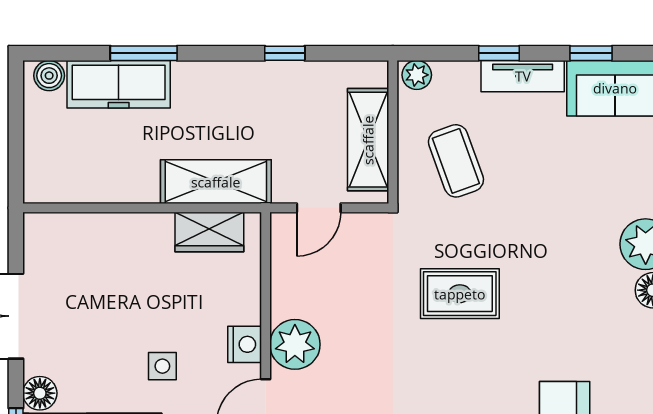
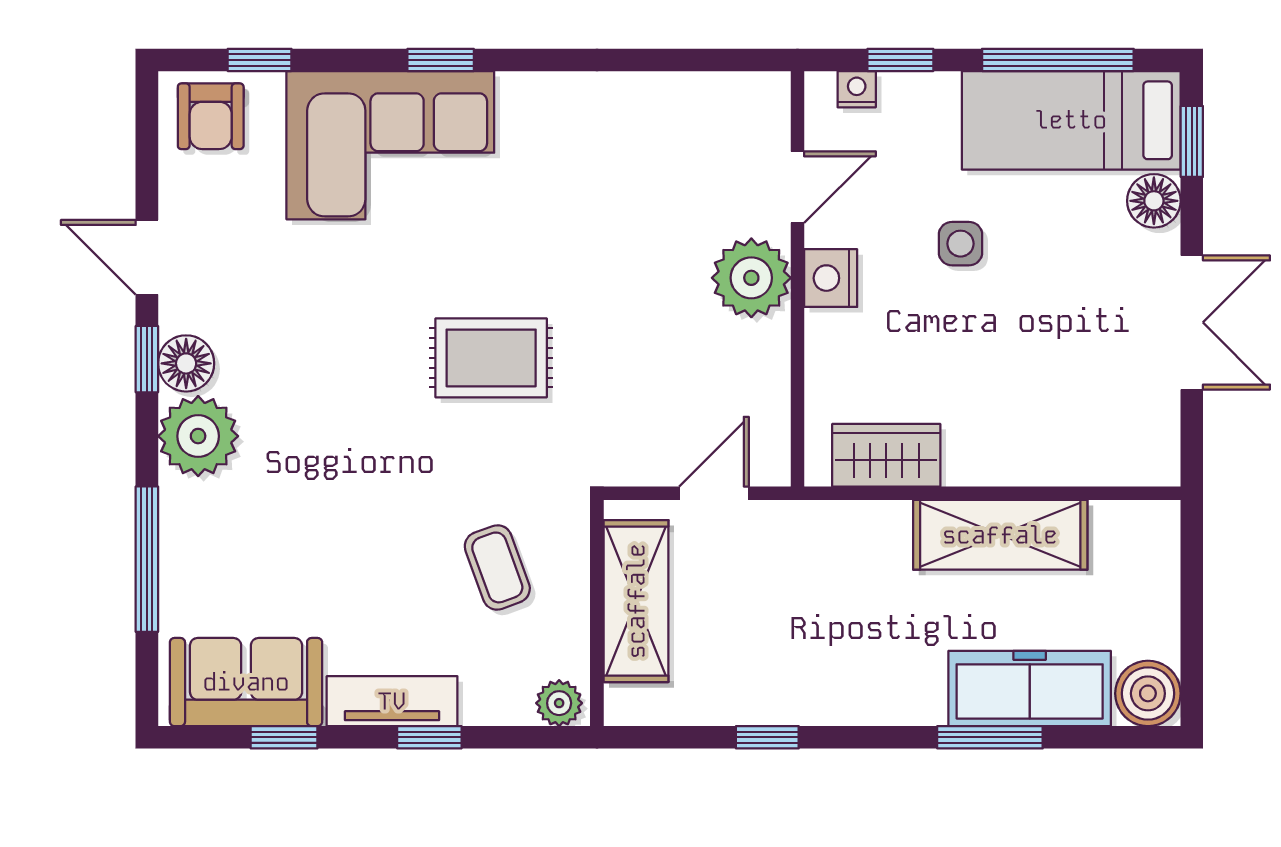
boiler: (49, 76) -> (1148, 693), width x1.36, depth x1.36
coffee table: (456, 161) -> (497, 567), width x0.73, depth x0.77
shelving: (216, 182) -> (1000, 535), moved

